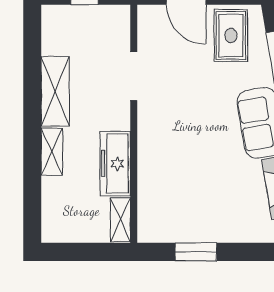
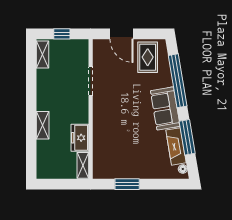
shelving: (55, 91) -> (43, 55), moved, width x0.67, depth x0.75
freezer: (115, 164) -> (80, 138), width x0.71

